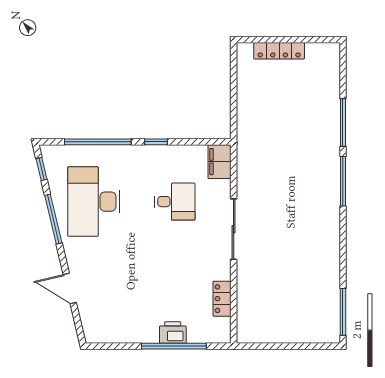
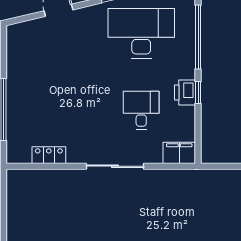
desk: (175, 202) -> (141, 110), turned 180
printer: (173, 333) -> (185, 93), moved, turned 180

